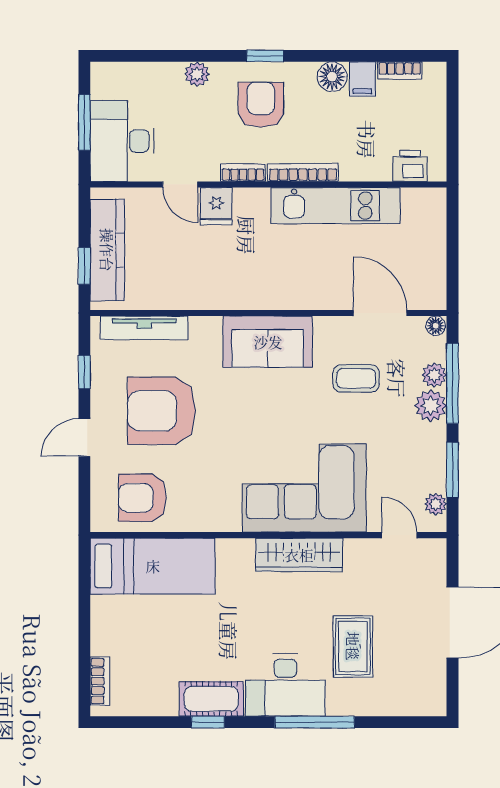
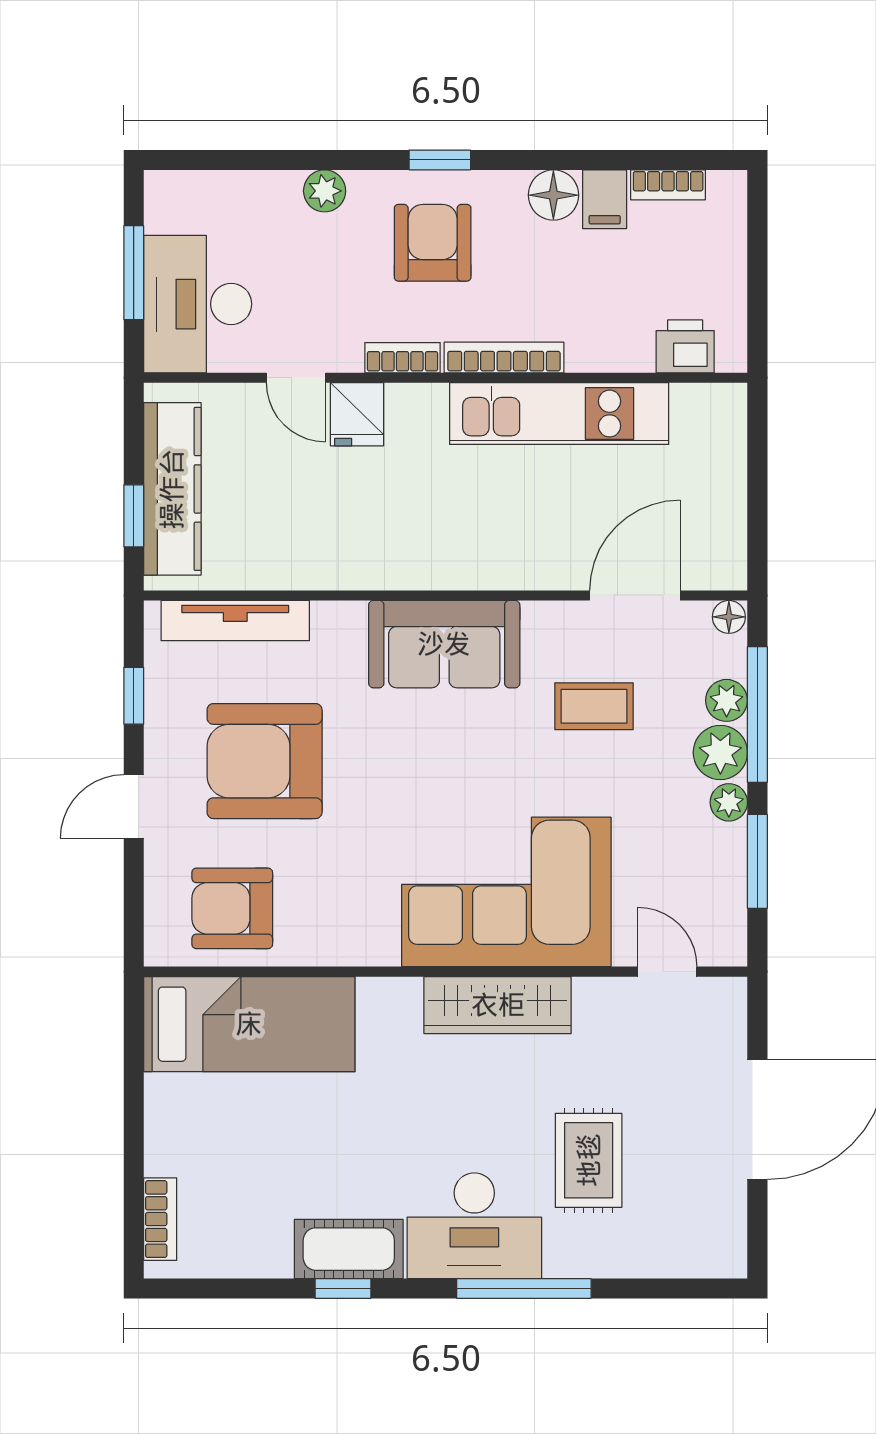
door: (380, 313) -> (635, 595), hinge flipped
plant: (436, 504) -> (729, 802), moved

